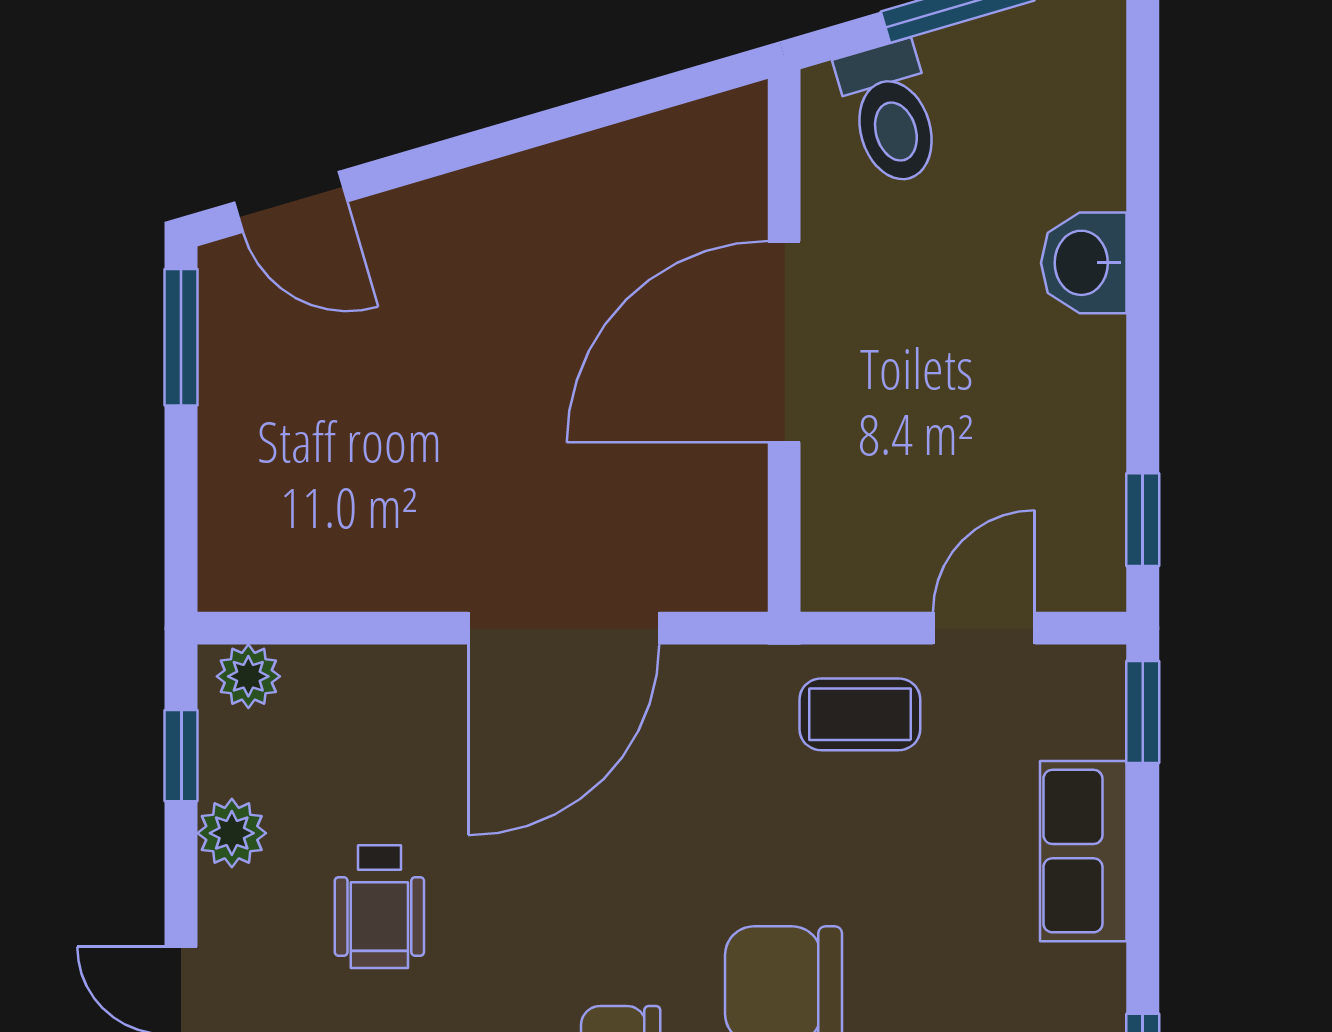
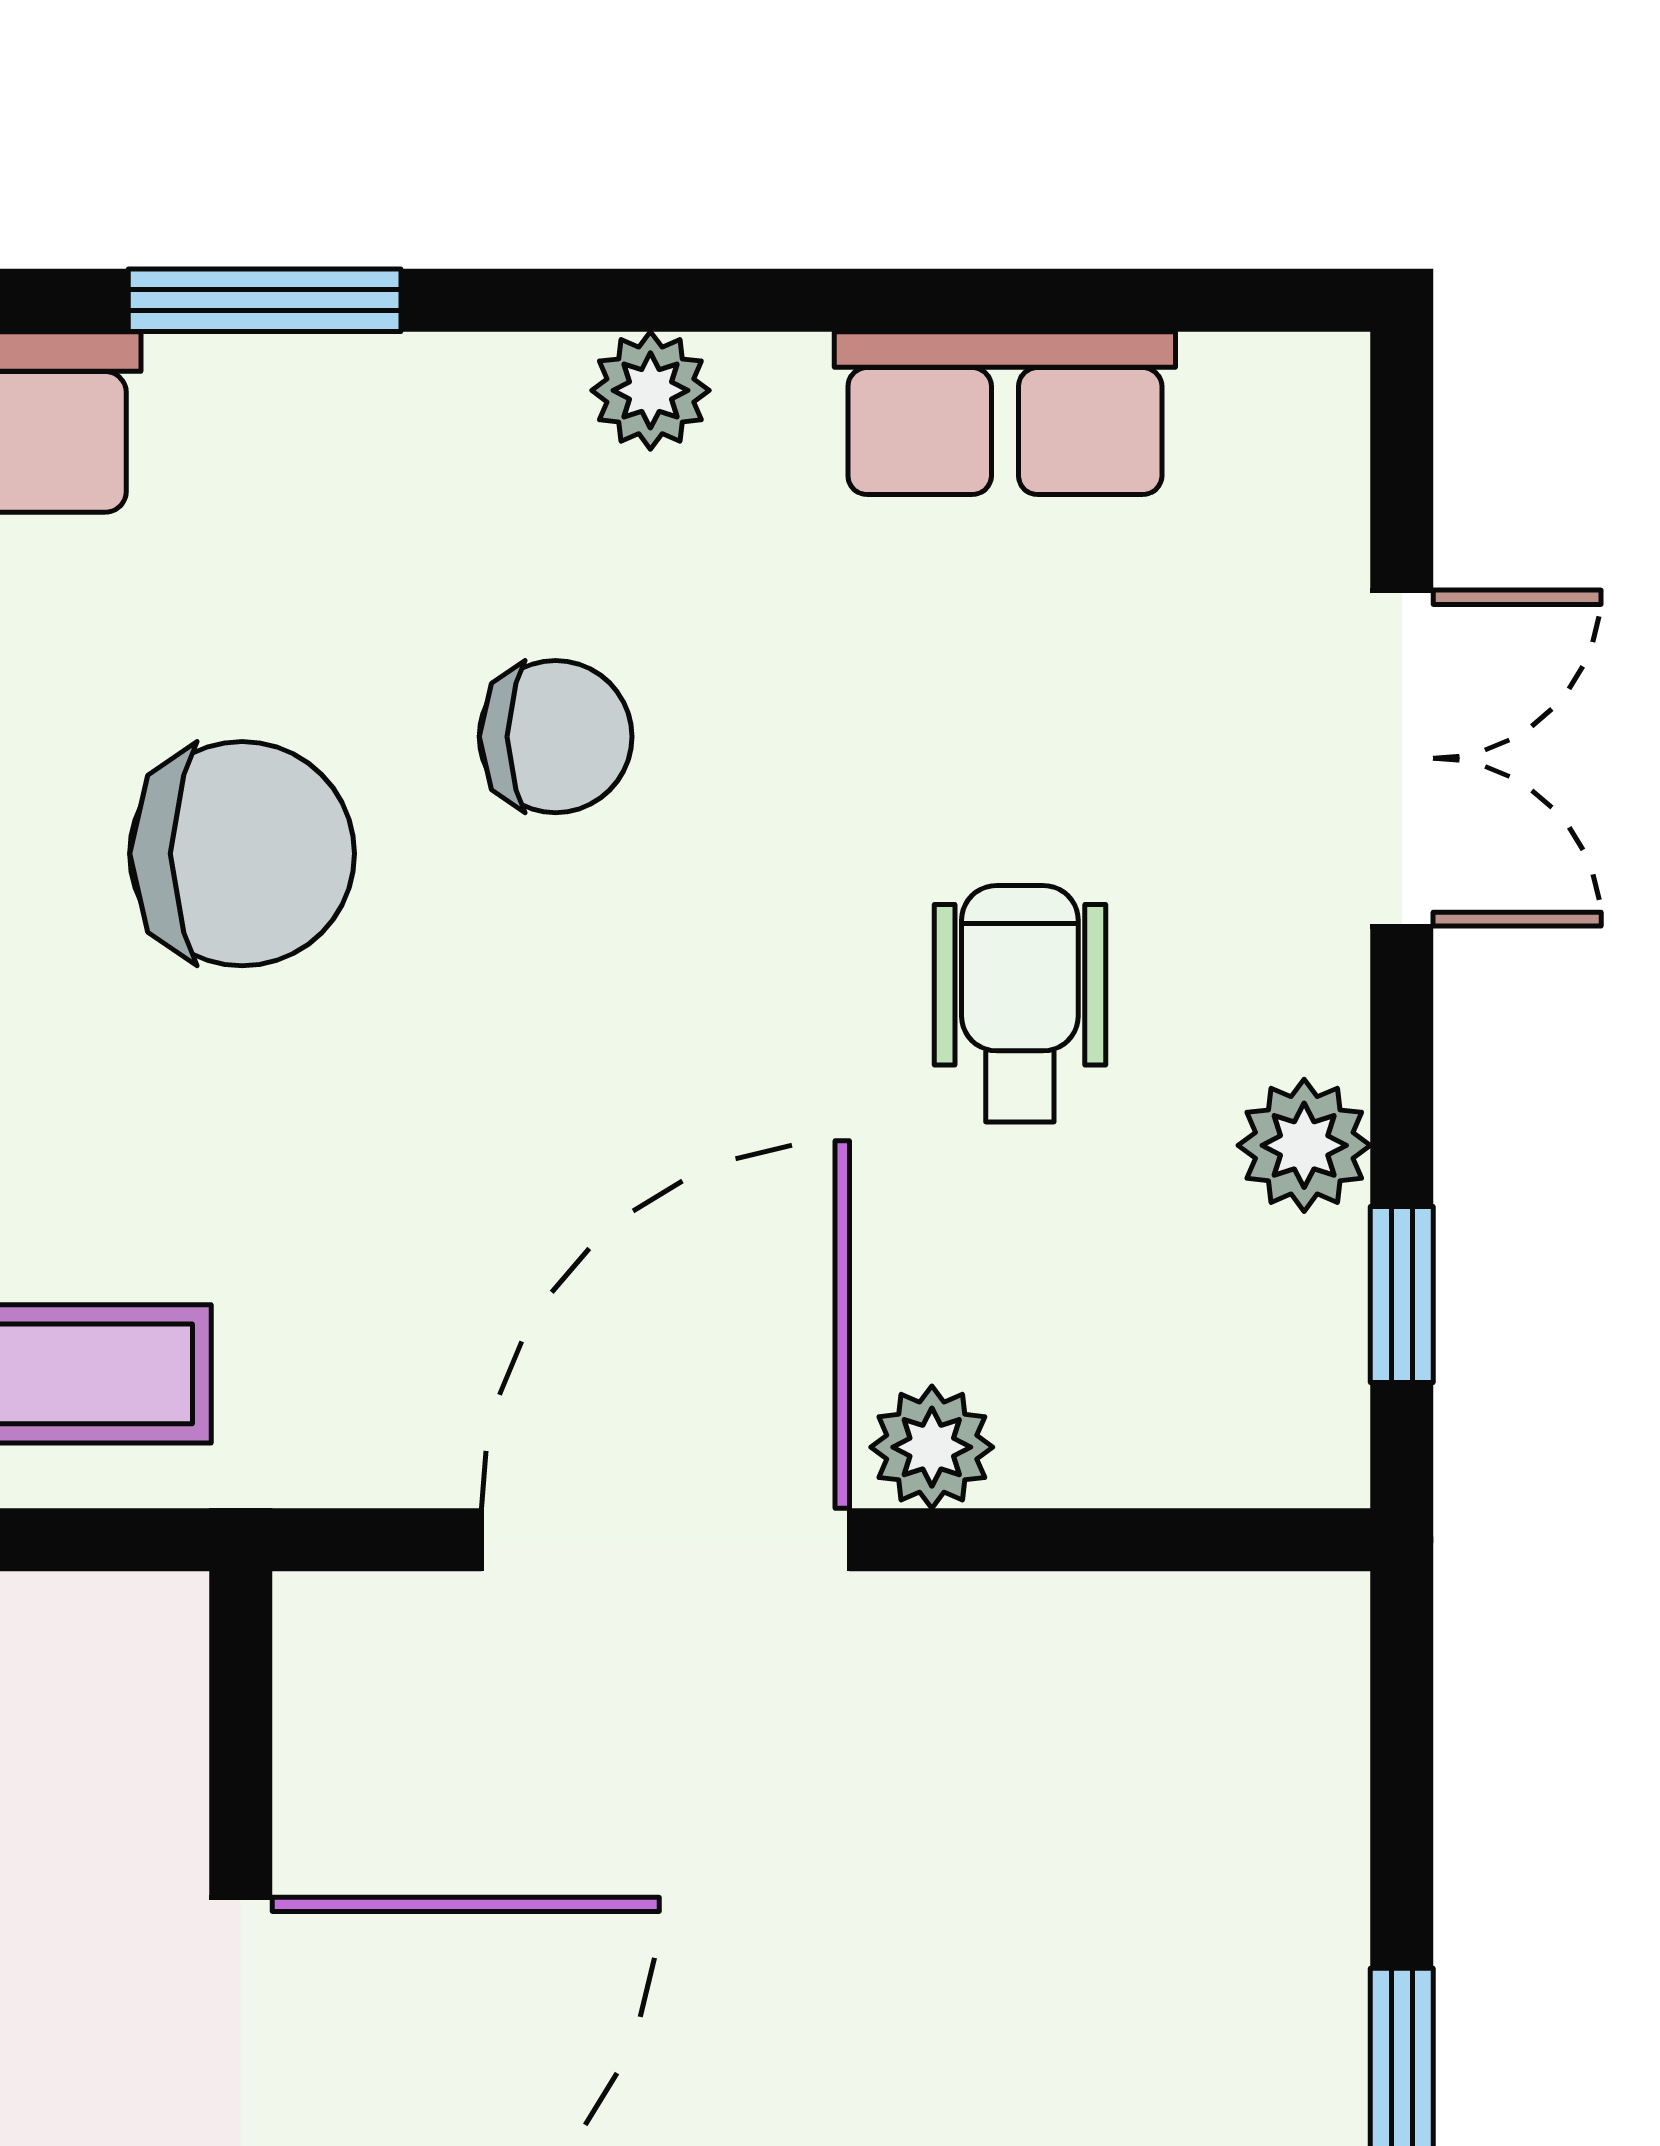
plant: (248, 676) -> (932, 1447), moved

